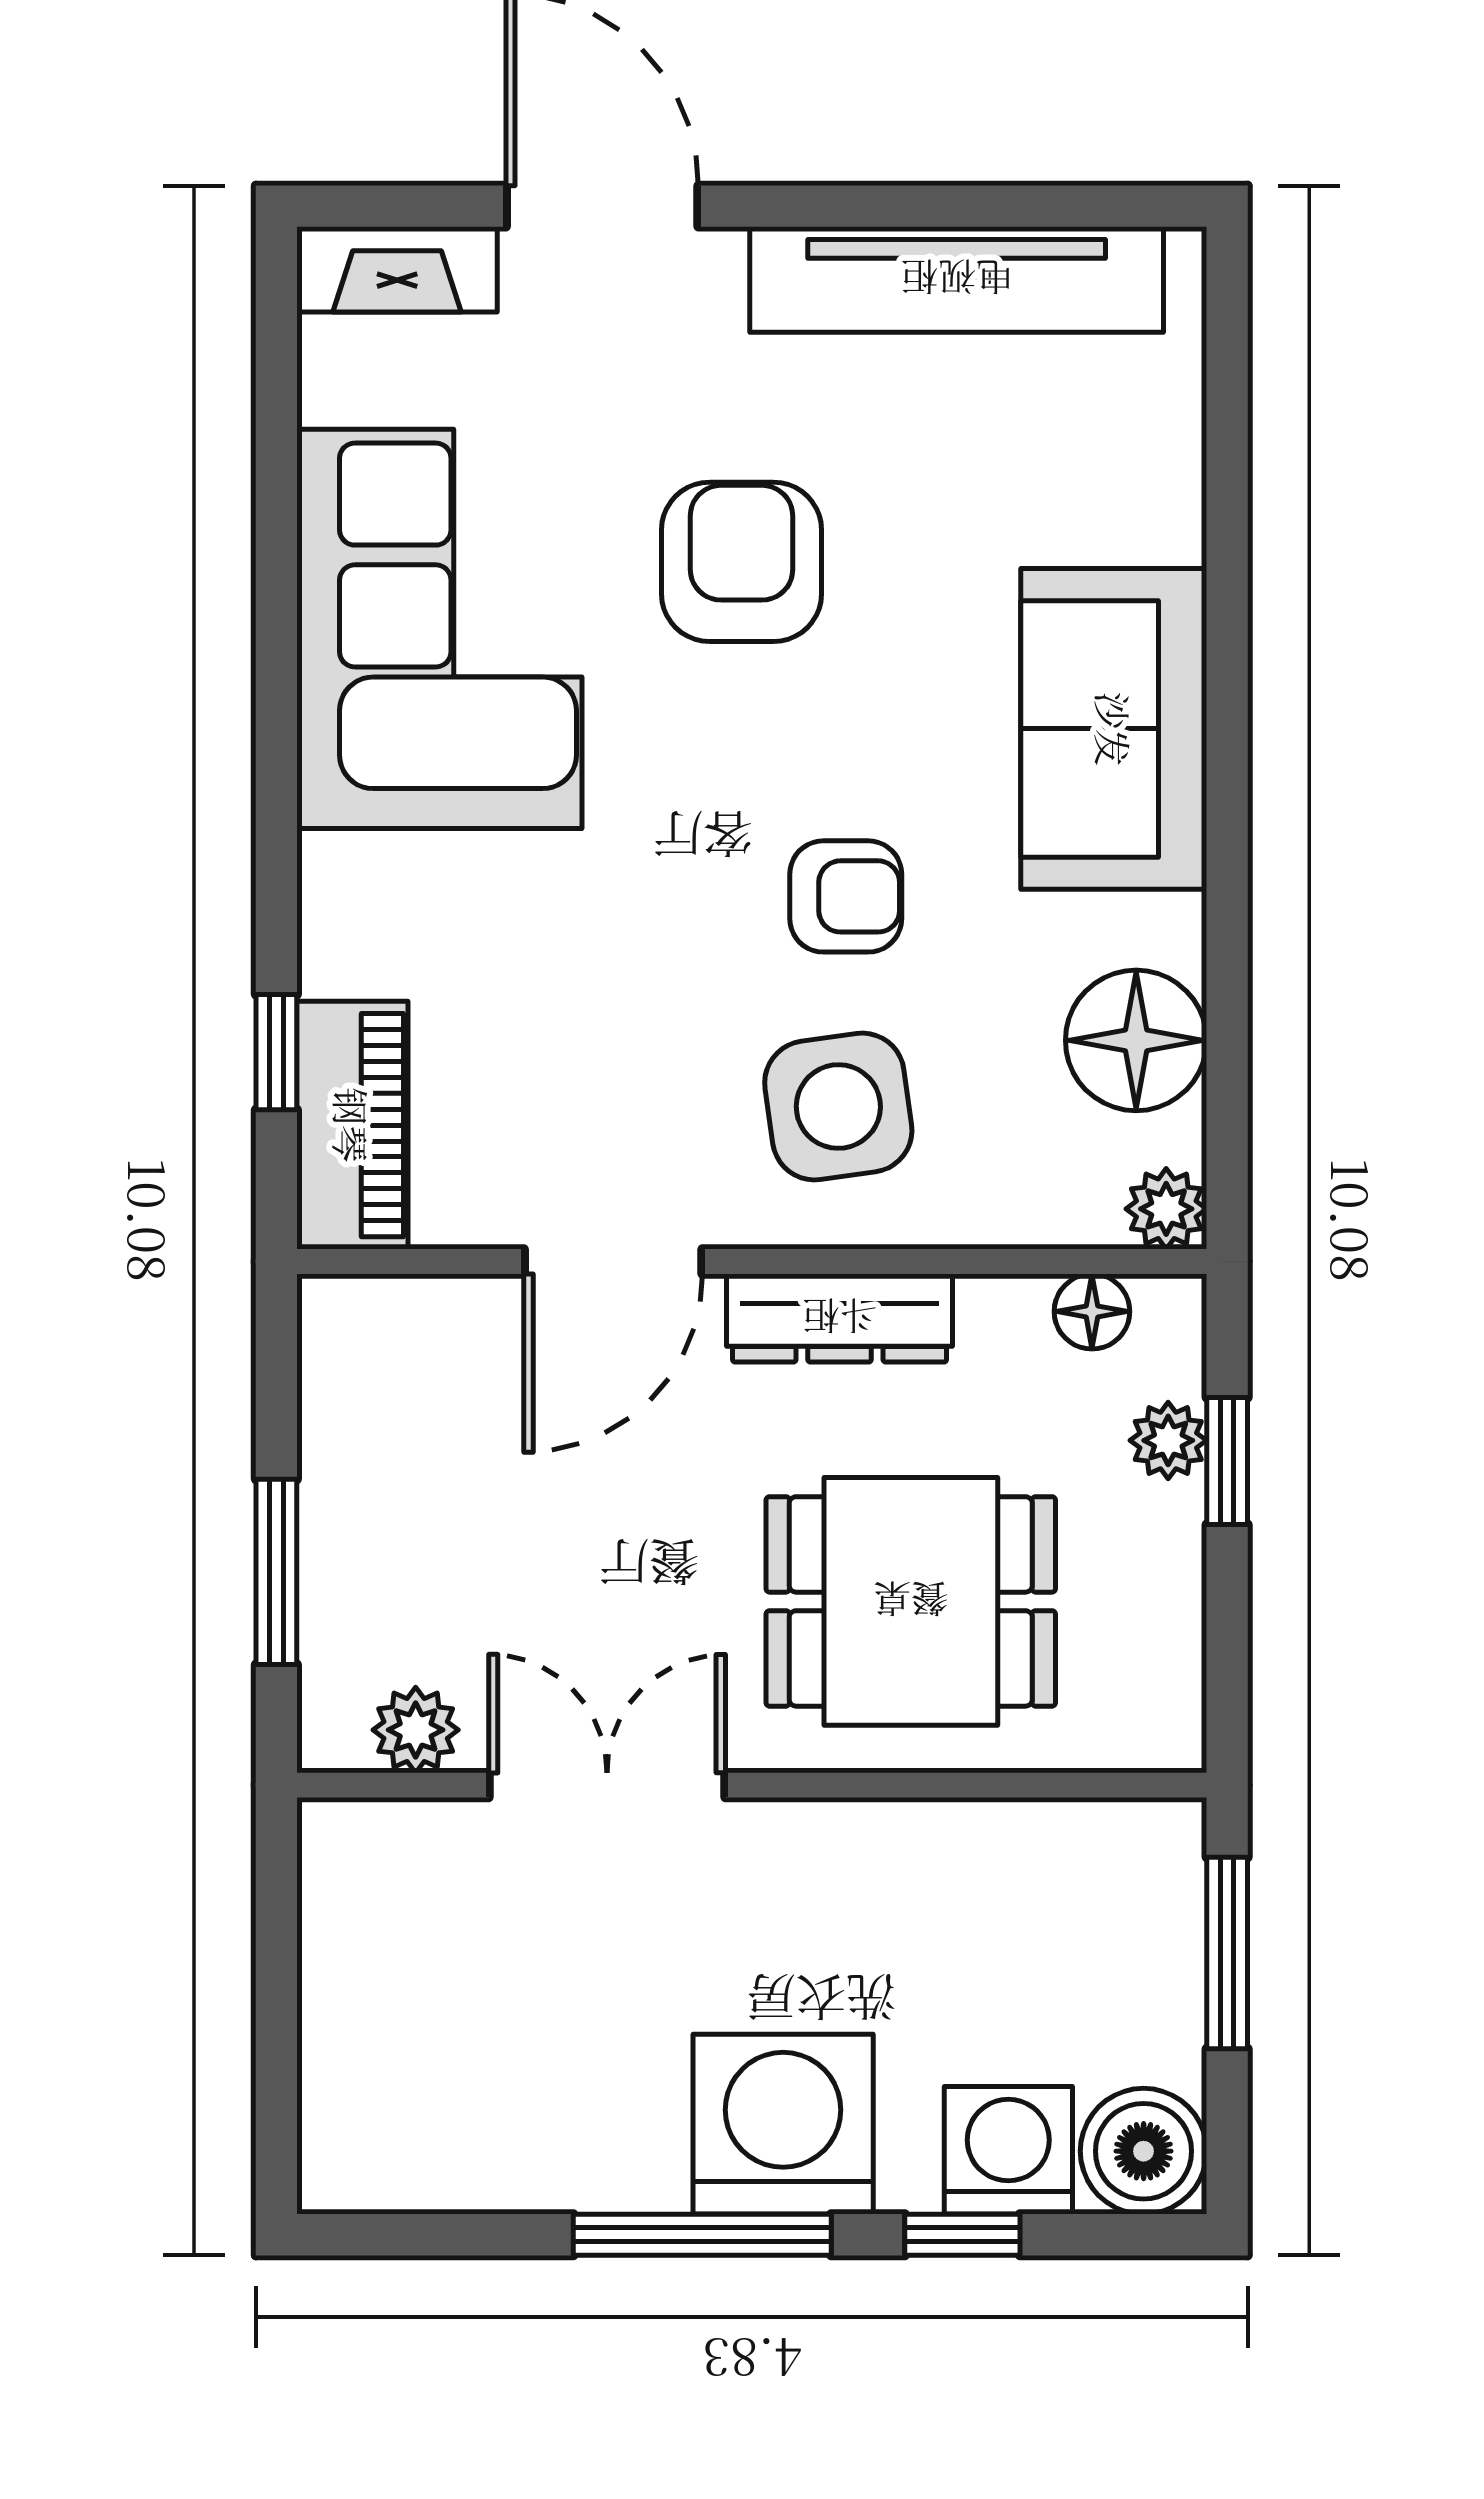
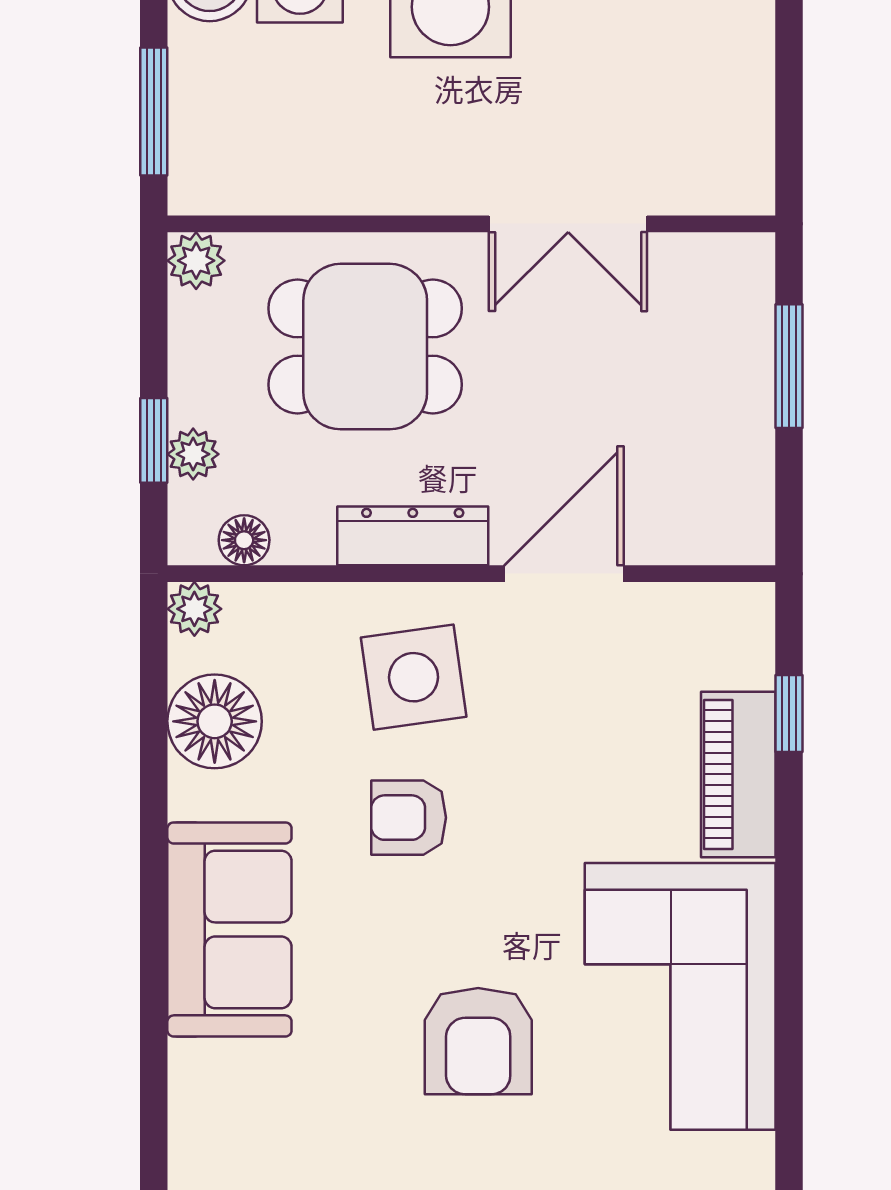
piano: (352, 1125) -> (738, 774), moved
plant: (416, 1730) -> (196, 261), moved

